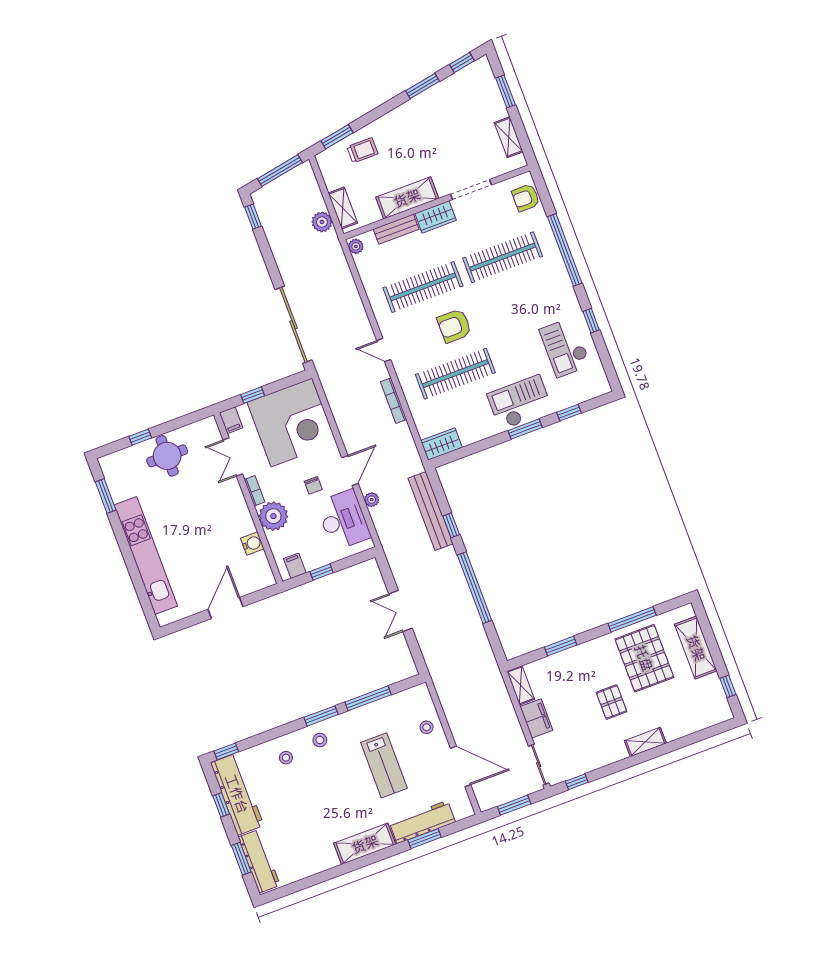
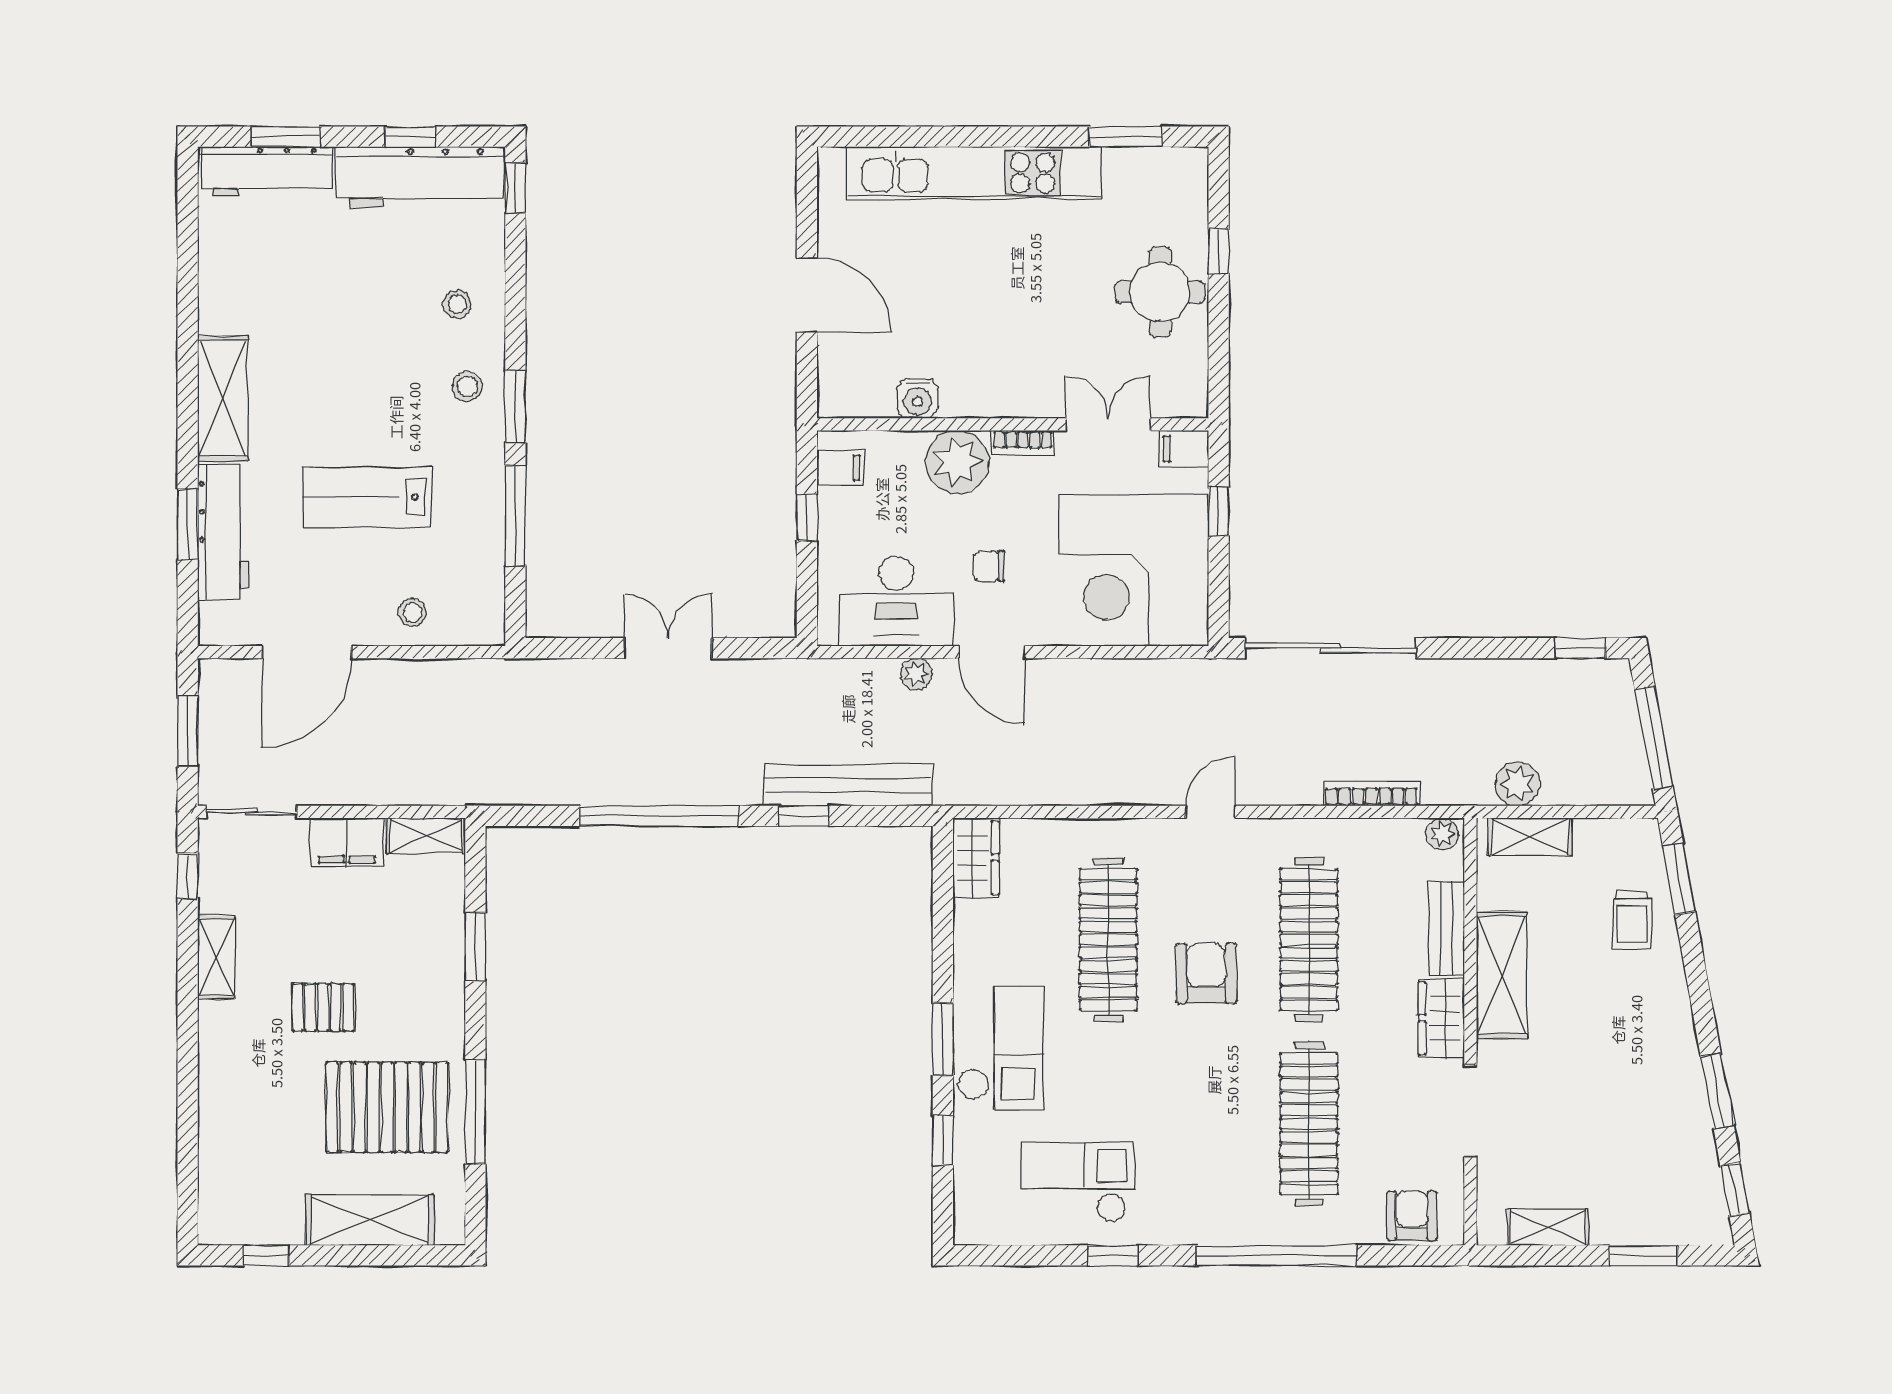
bookcase: (394, 401) -> (1371, 794), moved
shelving: (645, 742) -> (216, 957), moved

